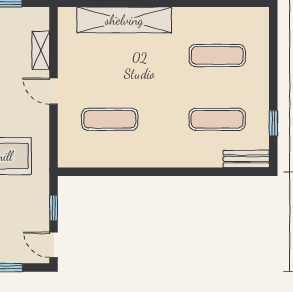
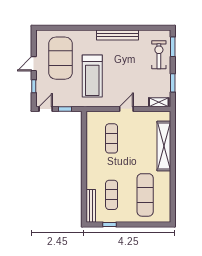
shelving: (41, 50) -> (159, 102), moved
exercise mat: (217, 55) -> (145, 195), width x1.36, depth x1.45
bench: (246, 159) -> (91, 206), width x1.36

